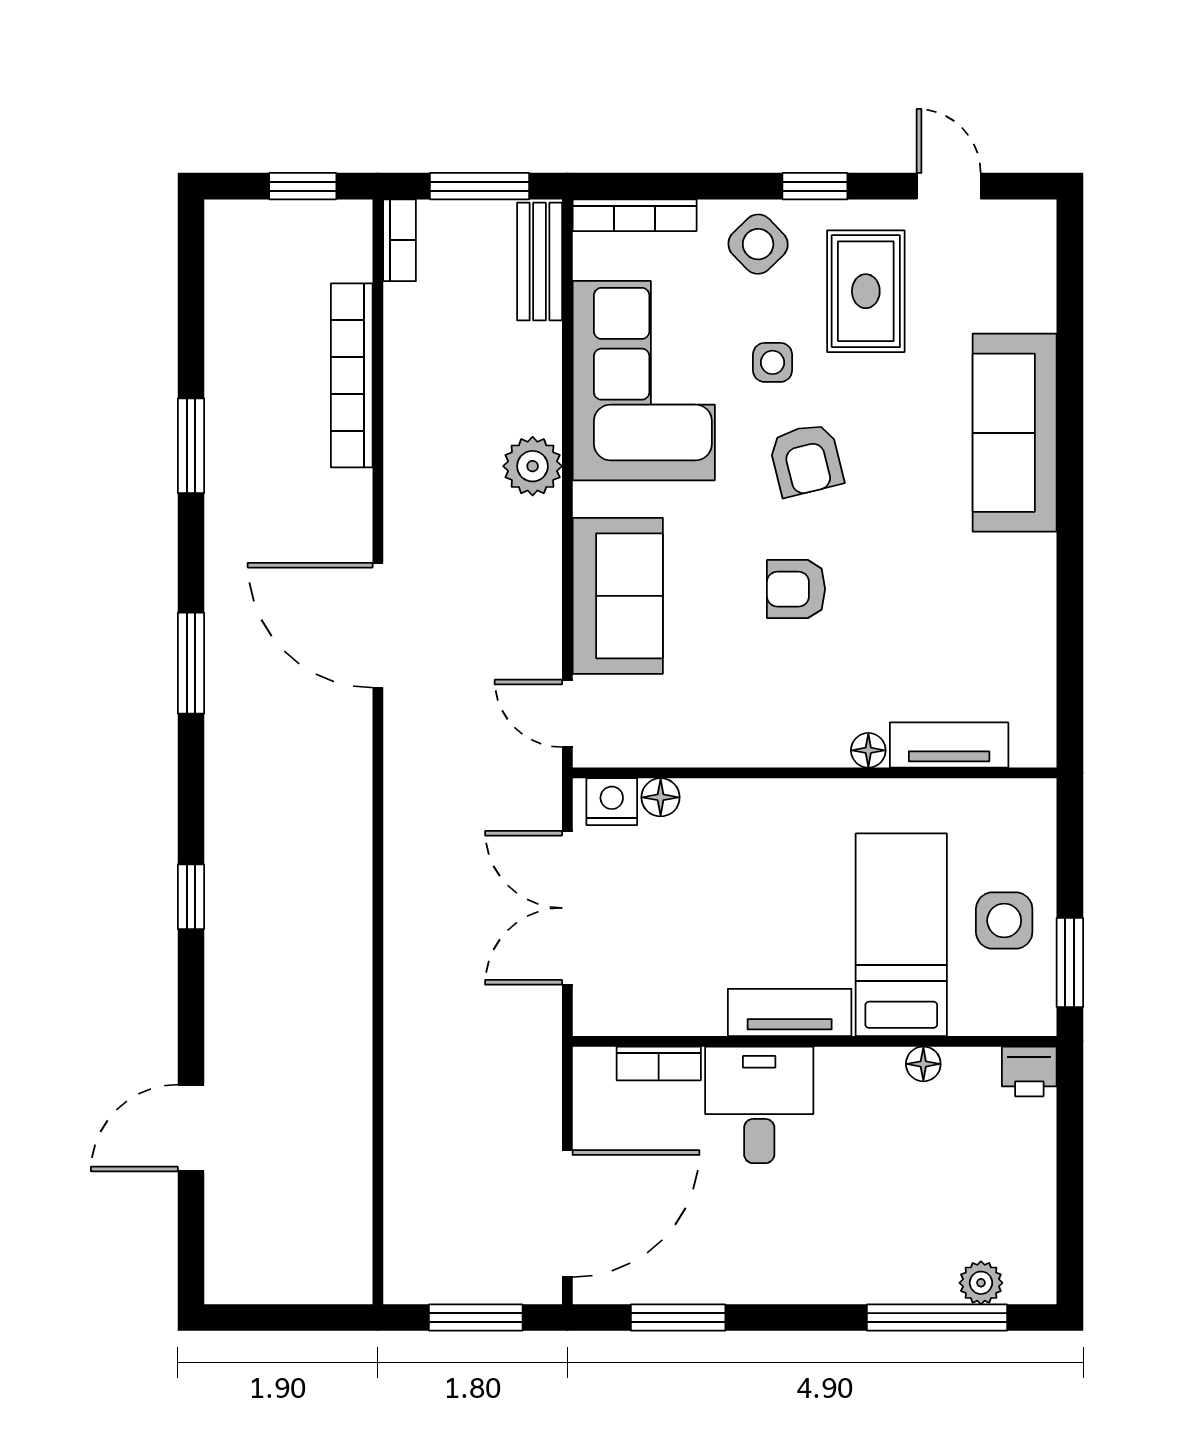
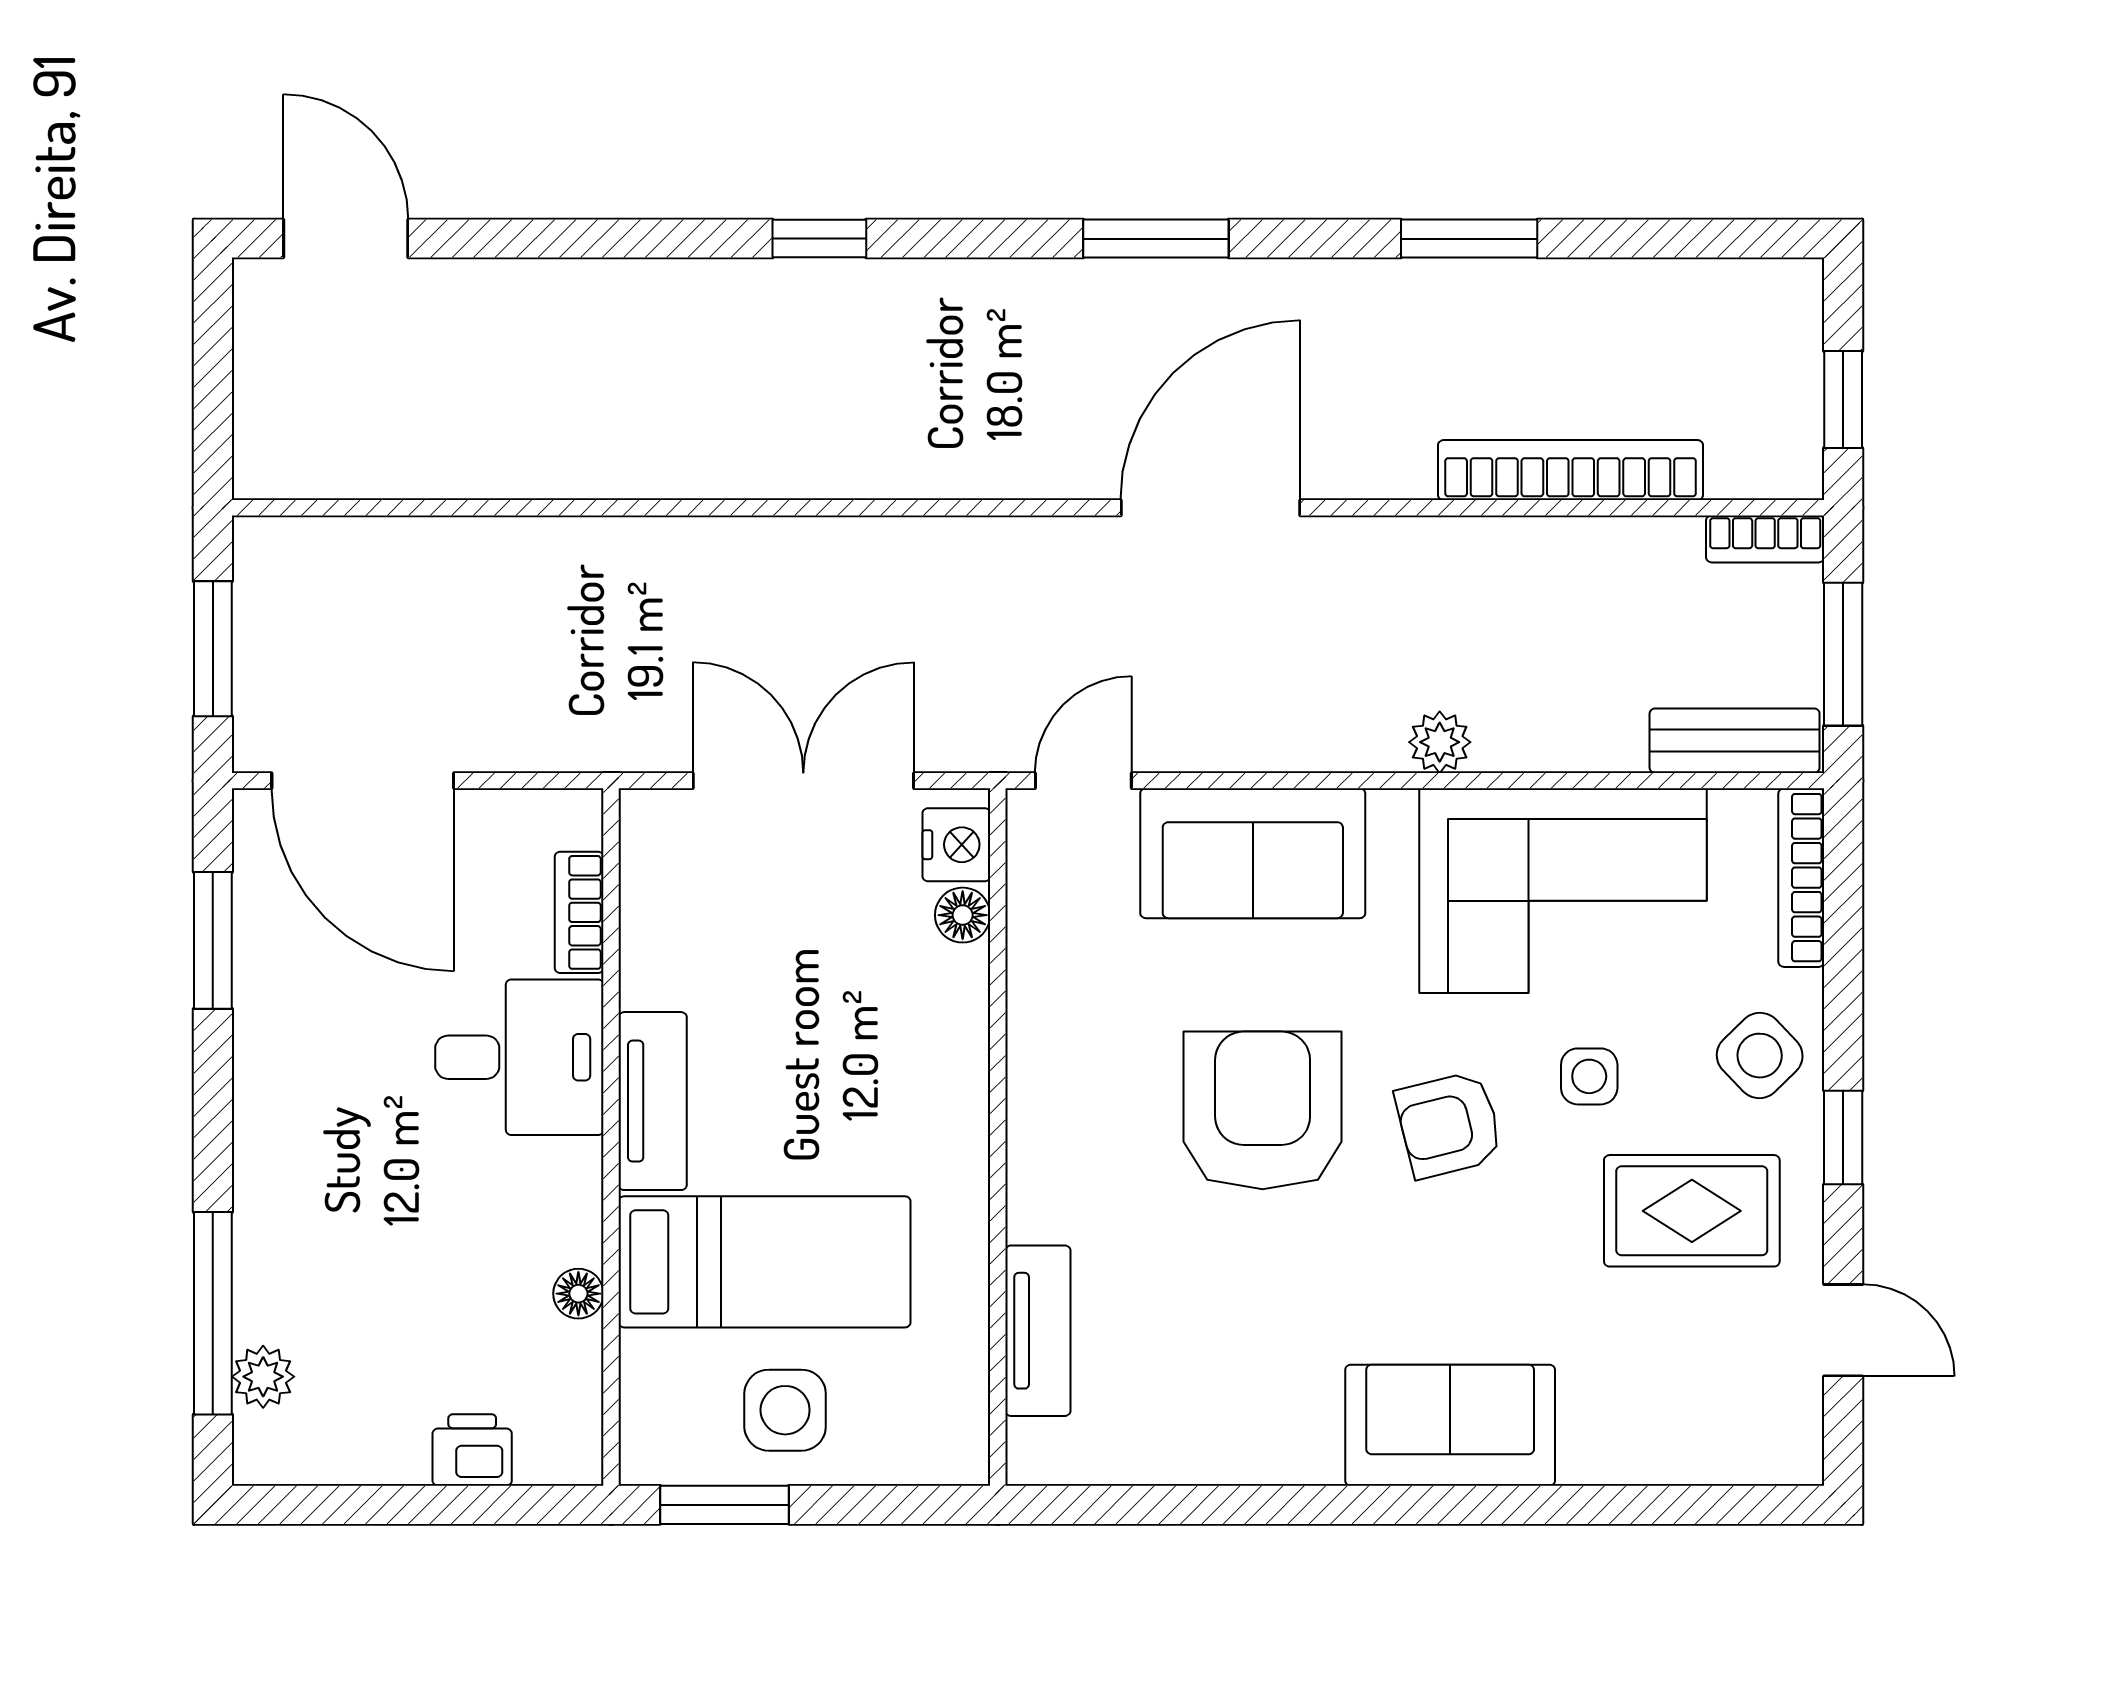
door: (949, 186) -> (1843, 1330), hinge flipped
sofa: (1015, 433) -> (1450, 1425), width x0.73
plant: (533, 466) -> (1440, 742), width x0.73, depth x0.73
armchair: (796, 589) -> (1263, 1110), width x1.88, depth x1.88
floor lamp: (868, 750) -> (1030, 1214), removed
printer: (1029, 1071) -> (472, 1450), moved, turned 90
door: (191, 1128) -> (346, 239), moved

